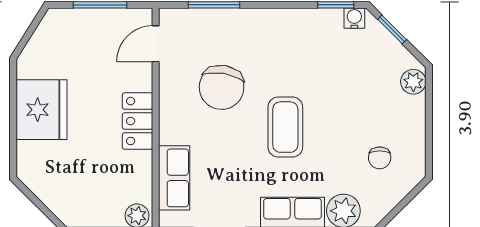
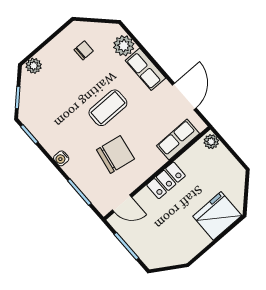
water cooler: (354, 18) -> (61, 158), moved
fridge: (42, 110) -> (217, 216), moved

